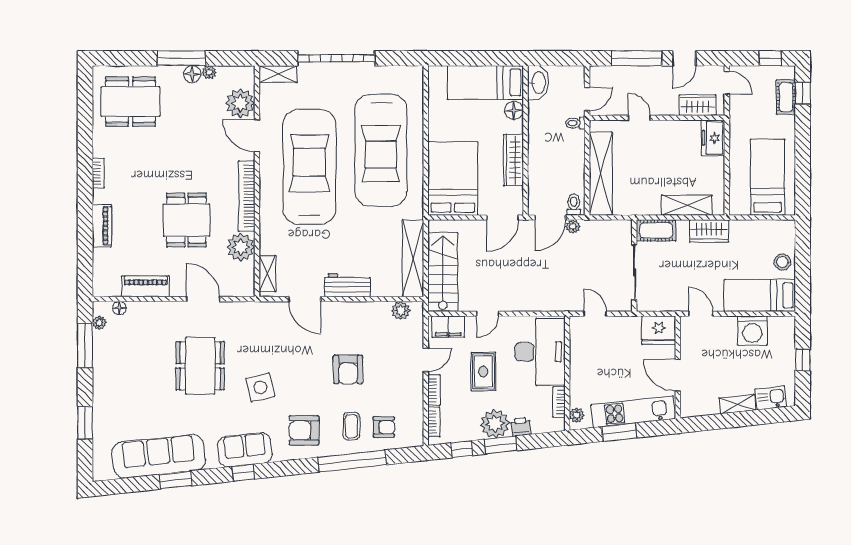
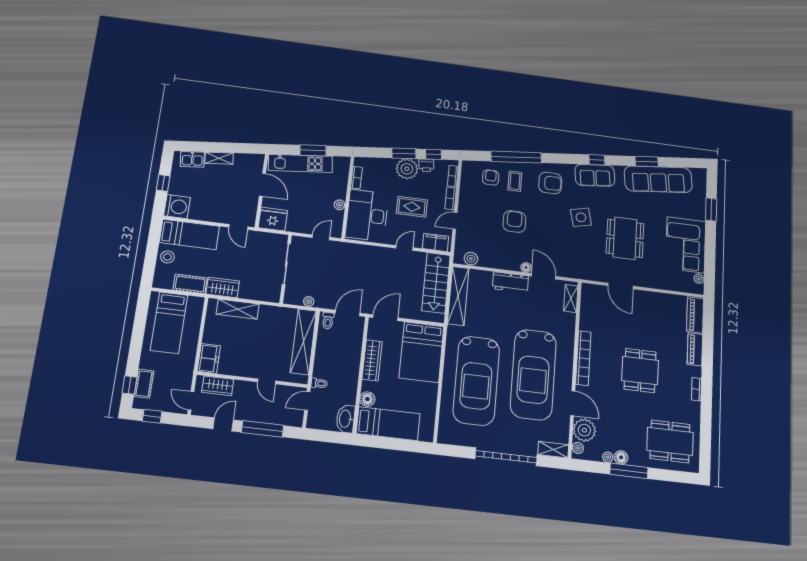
car: (381, 150) -> (476, 381), turned 180
dining table: (186, 220) -> (640, 370), moved
plant: (573, 227) -> (309, 301), moved
cot: (656, 230) -> (190, 284), moved
plant: (241, 247) -> (578, 448), moved, width x0.53, depth x0.53
piano: (146, 286) -> (695, 315), moved, turned 90
floor lamp: (120, 308) -> (526, 267), moved
door: (595, 314) -> (321, 237), swing flipped
washing machine: (752, 331) -> (177, 207), moved, turned 90
window: (85, 346) -> (710, 264), removed
corner sofa: (118, 368) -> (686, 245), added
rug: (483, 372) -> (412, 207), turned 90
plant: (577, 415) -> (339, 205), moved
armchair: (384, 427) -> (491, 177), turned 90
printer: (521, 427) -> (426, 165), moved

